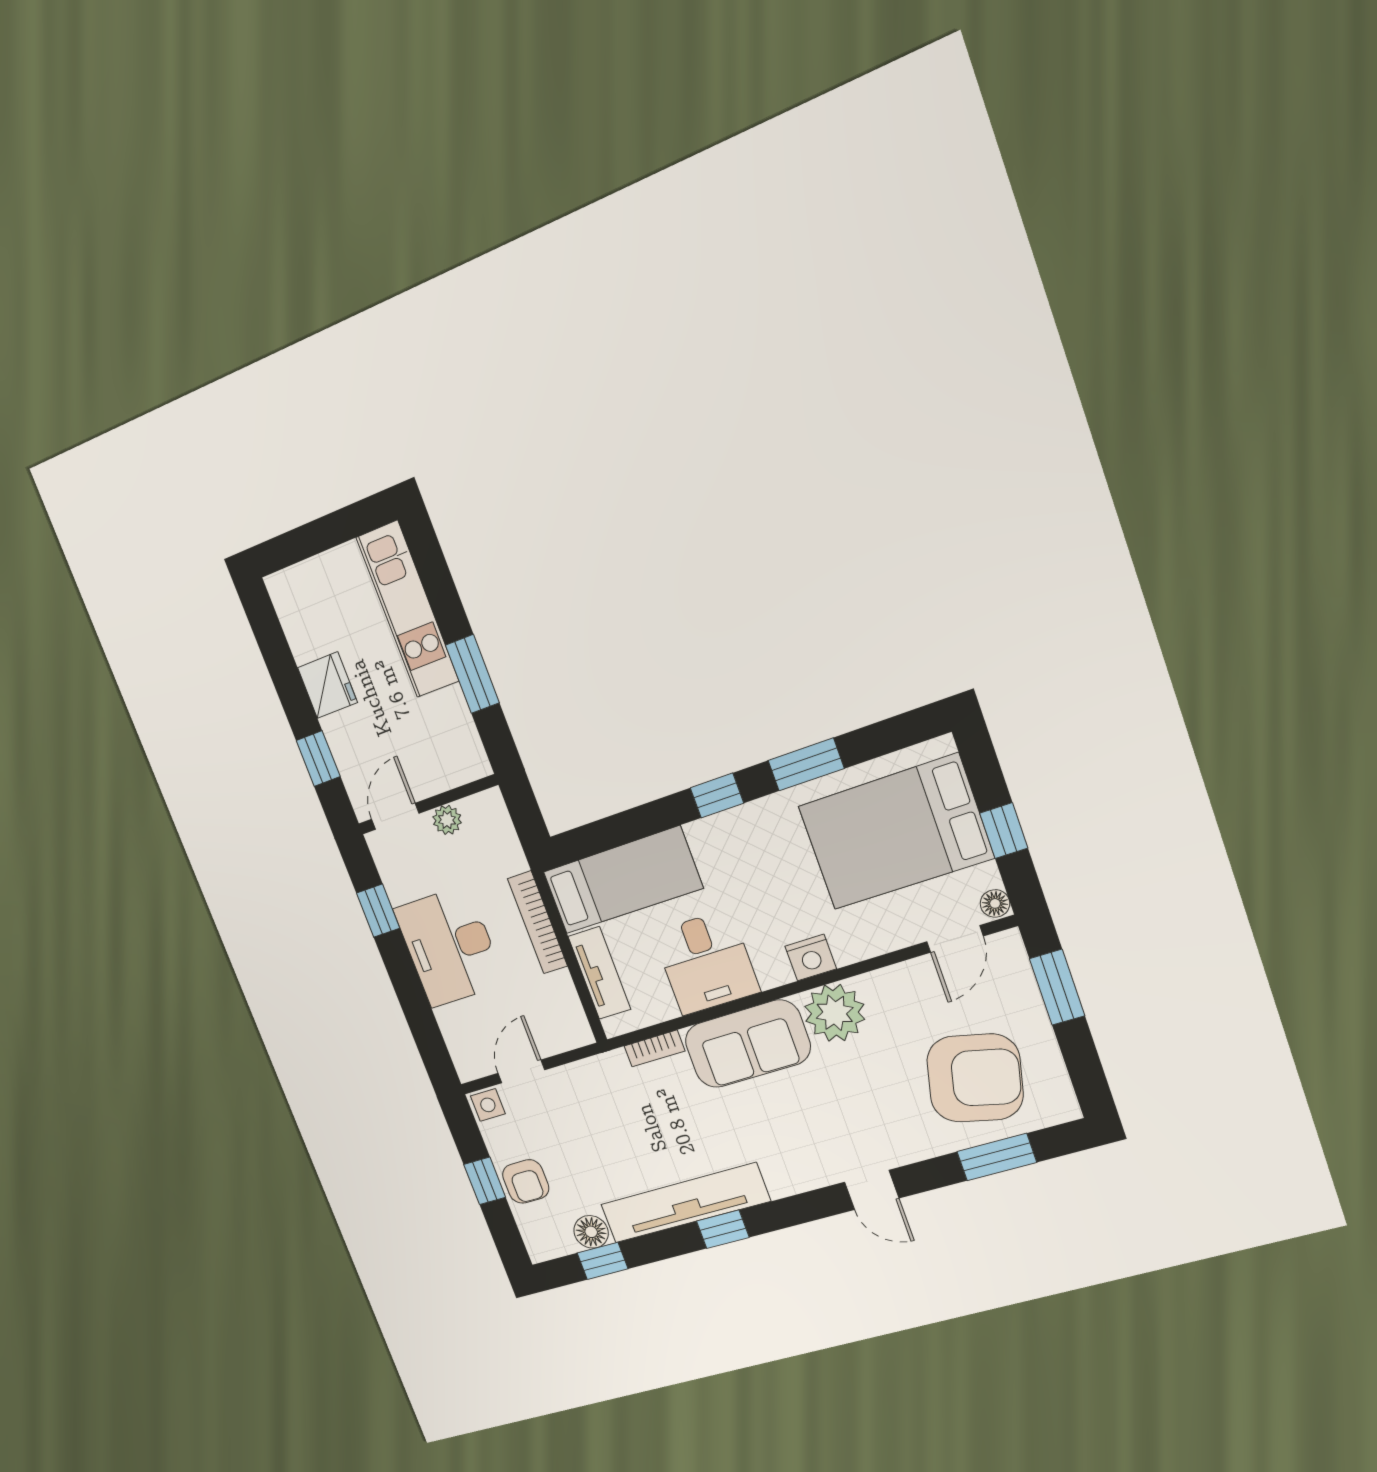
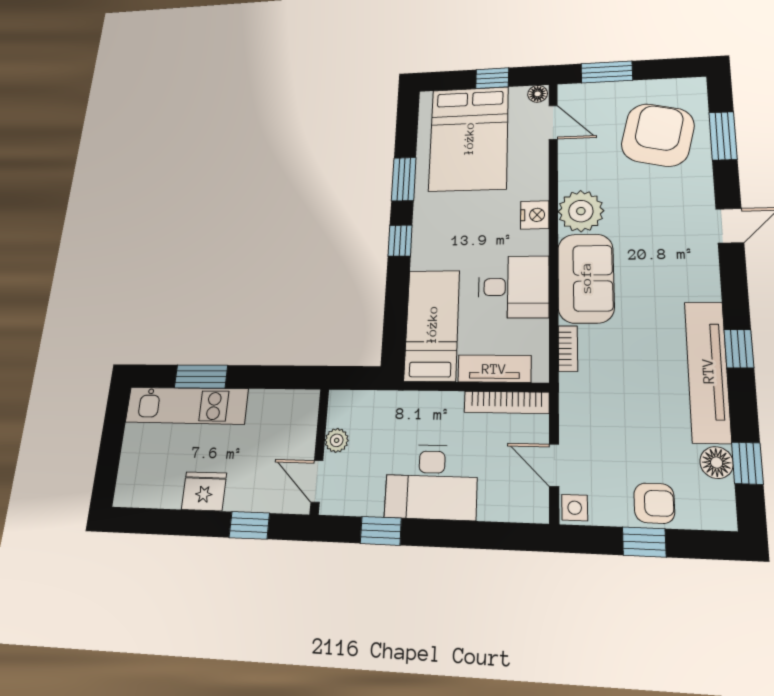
window: (472, 674) -> (201, 377), moved
bookcase: (538, 922) -> (506, 402), moved

